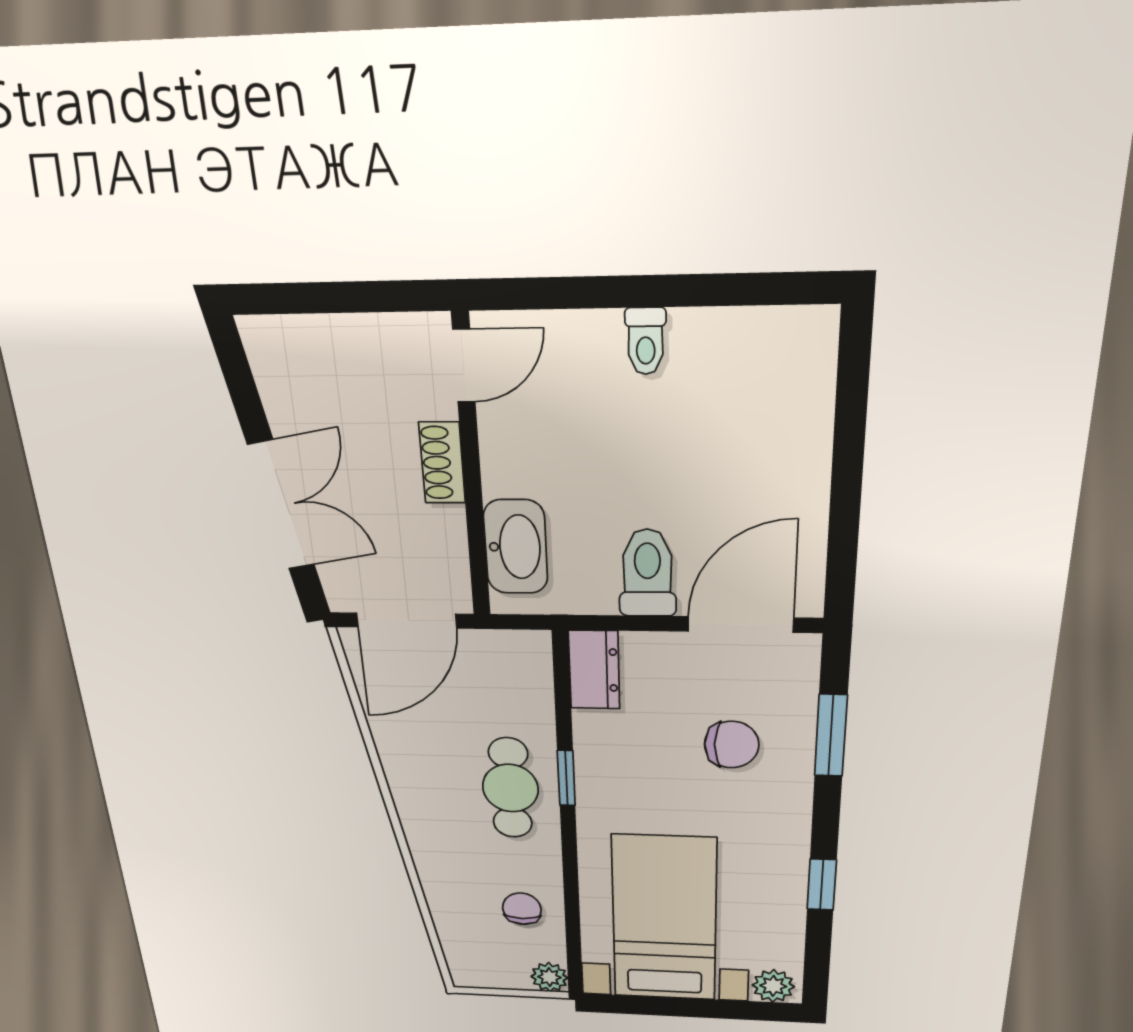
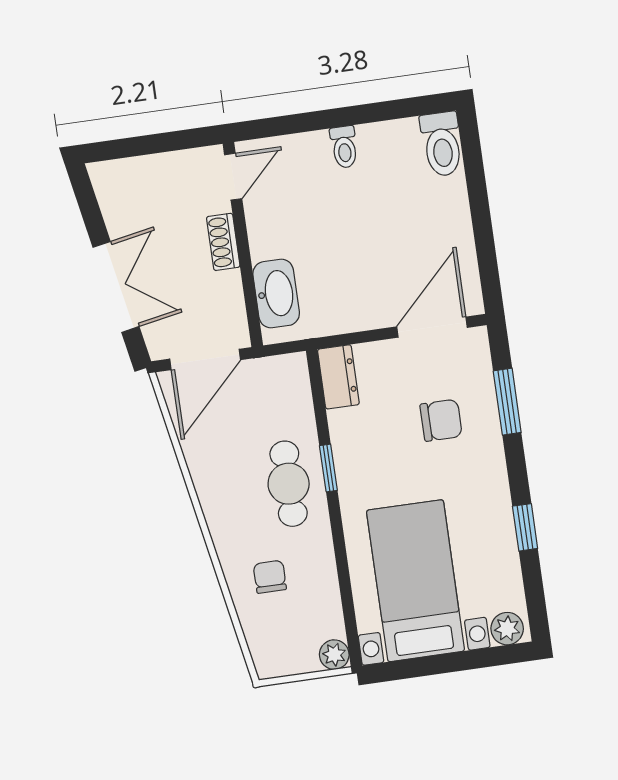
toilet: (647, 573) -> (442, 144), moved, turned 180
chair: (522, 909) -> (270, 577), moved

